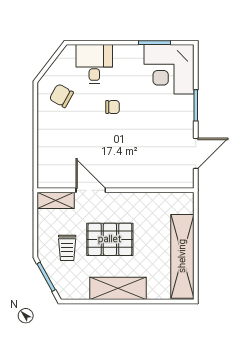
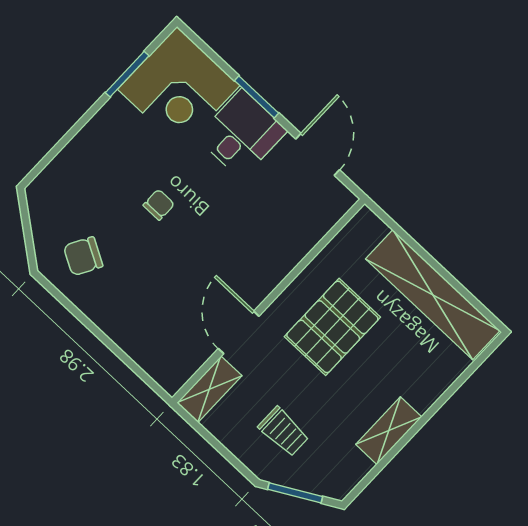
desk: (94, 64) -> (242, 134), moved, turned 90
door: (91, 190) -> (239, 332), hinge flipped
pallet: (110, 239) -> (332, 327), moved
shelving: (118, 288) -> (389, 431), width x0.67, depth x0.75

